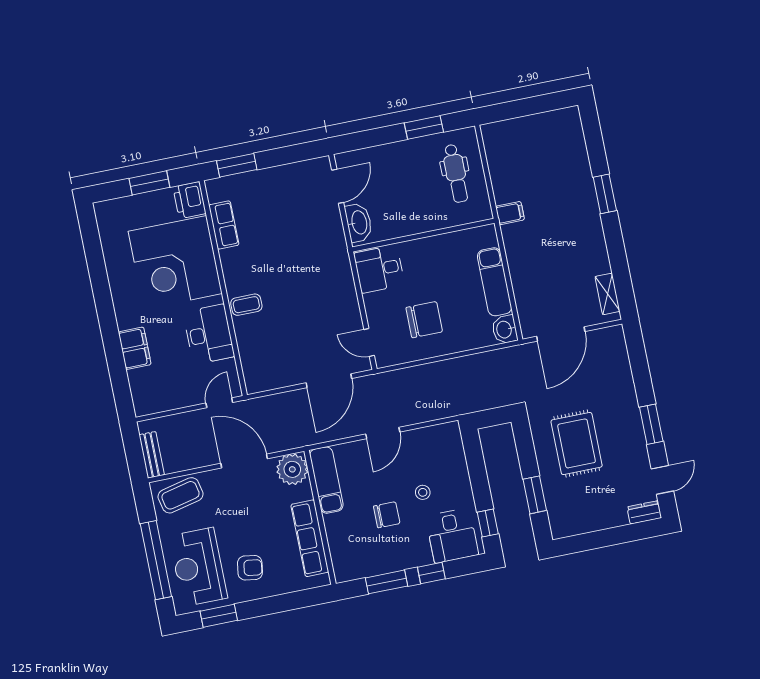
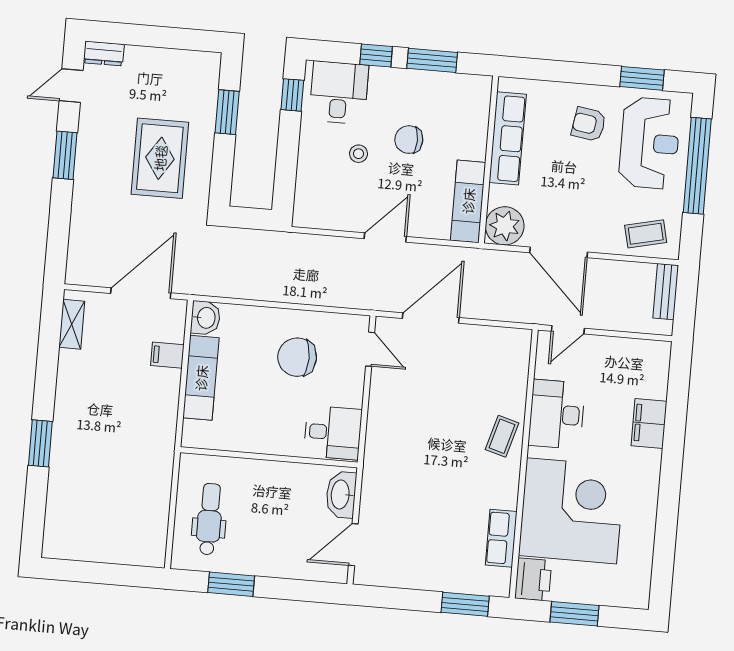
filing cabinet: (510, 213) -> (167, 355), moved
coffee table: (246, 305) -> (502, 436), turned -74
coffee table: (181, 495) -> (646, 234), width x0.73, depth x0.77

